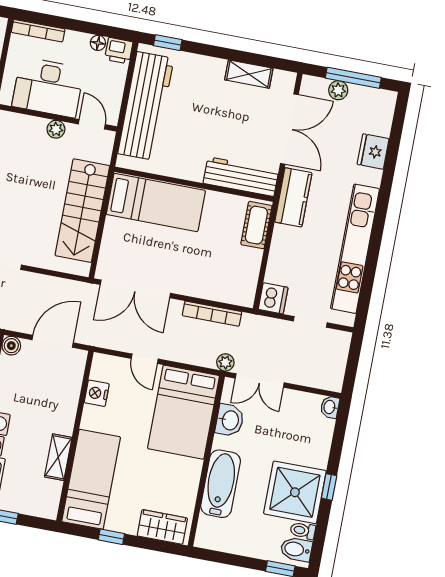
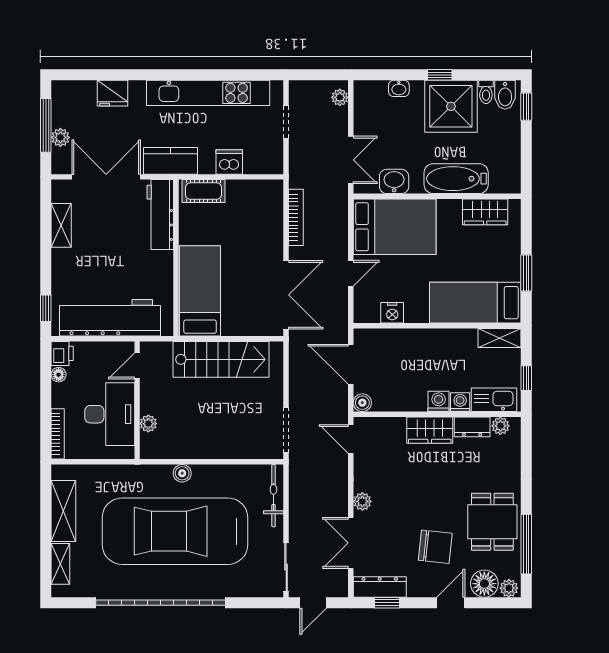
plant: (56, 129) -> (148, 424), moved
dishwasher: (273, 298) -> (229, 162), moved
plant: (225, 362) -> (340, 97), moved
washbasin: (330, 407) -> (399, 88), moved
shelving: (58, 457) -> (500, 338), moved
wardrobe: (162, 527) -> (485, 212), moved, turned -90
window: (111, 537) -> (526, 273), width x1.50

